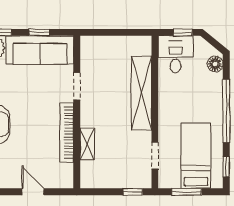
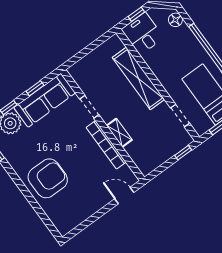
shelving: (87, 144) -> (119, 133), moved
door: (33, 192) -> (124, 196), moved

